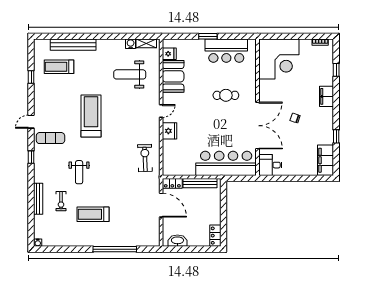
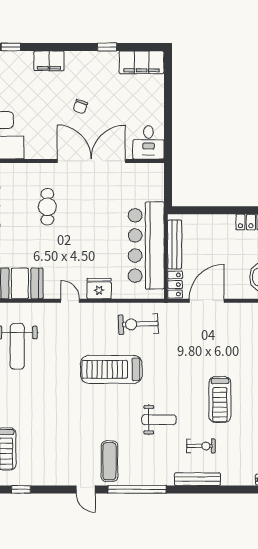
treadmill: (91, 116) -> (111, 369), moved
window: (31, 157) -> (137, 489), width x3.17
bar counter: (226, 163) -> (146, 246), moved

